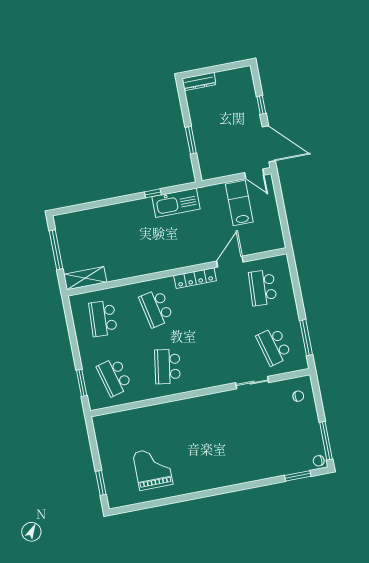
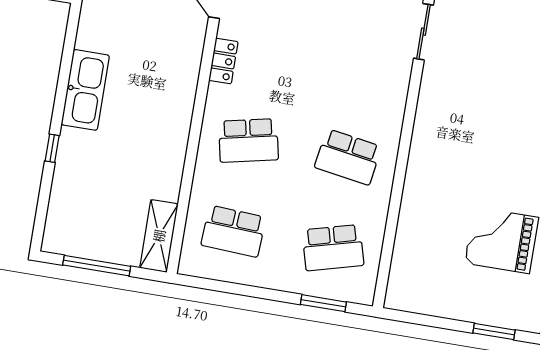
window: (153, 193) -> (52, 148), moved
kitchen sink: (176, 203) -> (85, 90), moved
locker: (195, 278) -> (223, 61), width x0.66

